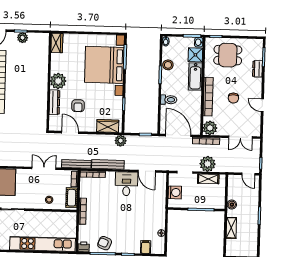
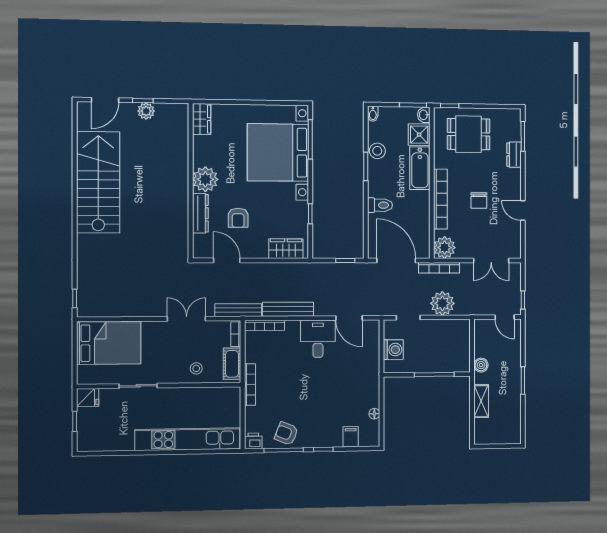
plant: (121, 141) -> (307, 271), removed
shelving: (208, 179) -> (444, 327), removed

